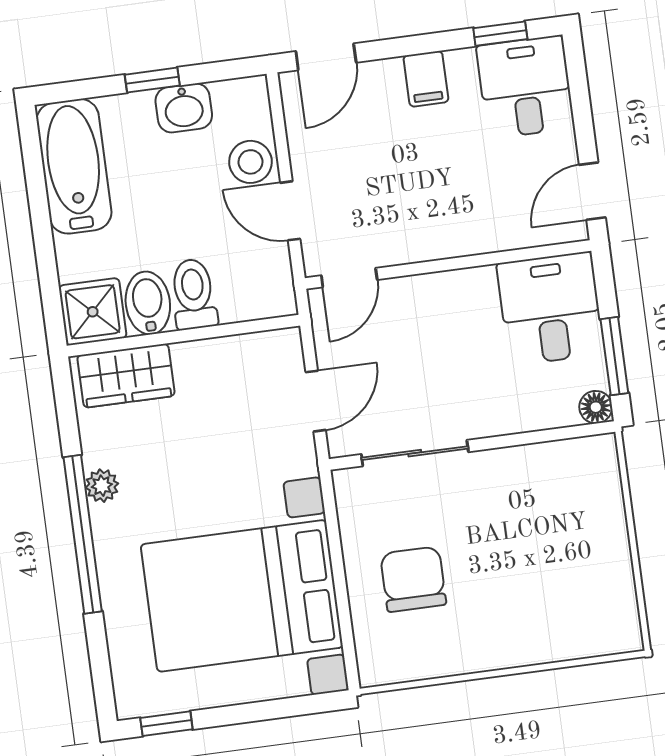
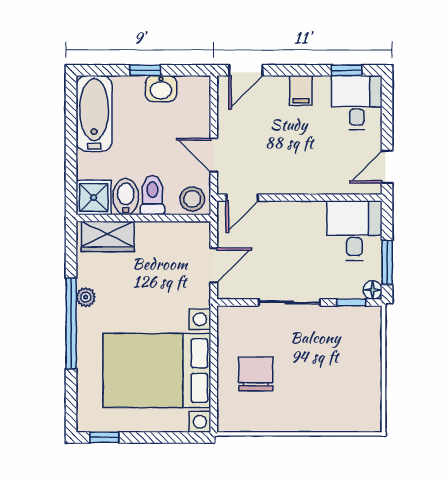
stool: (250, 162) -> (192, 199), moved
window: (561, 434) -> (351, 302), added
sliding door: (415, 453) -> (289, 302), moved

